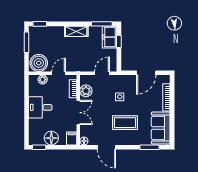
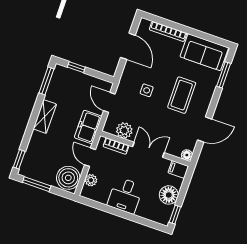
freezer: (109, 37) -> (88, 127), moved, turned 90

